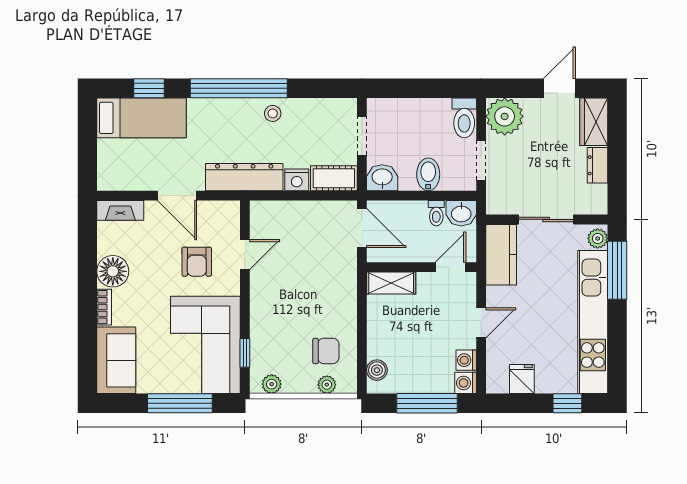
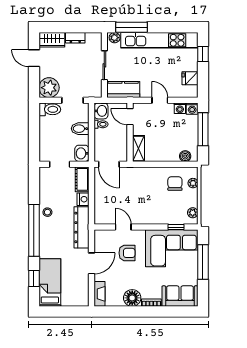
door: (362, 228) -> (109, 164), swing flipped

